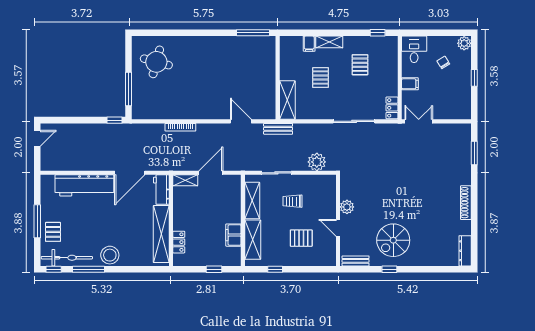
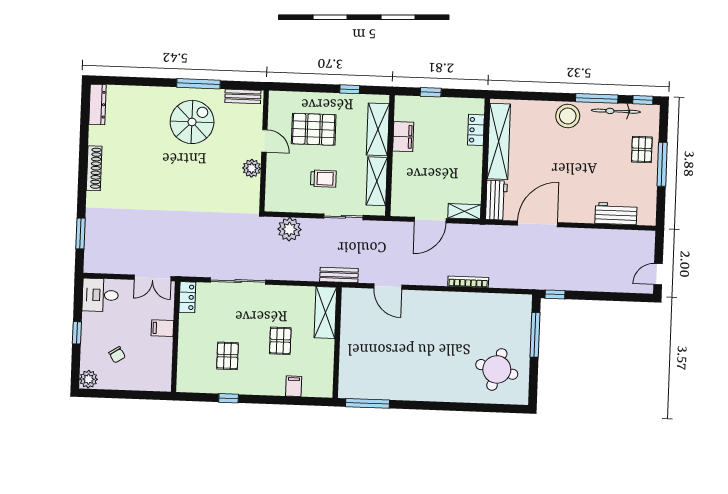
window: (378, 33) -> (229, 398), moved
shelving: (329, 42) -> (267, 387), removed
desk: (414, 49) -> (100, 295), moved, turned 90
workbench: (84, 185) -> (616, 214), width x0.53, depth x0.76
pallet: (301, 238) -> (314, 129), width x1.50, depth x1.42
bicycle: (67, 258) -> (616, 111), width x0.73, depth x0.71
window: (389, 269) -> (198, 84), width x2.17

